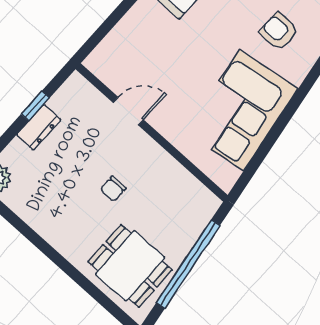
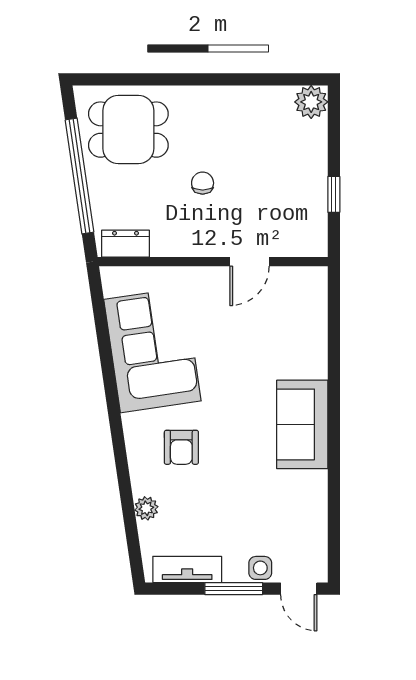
armchair: (279, 31) -> (181, 447), turned 90
dresser: (39, 127) -> (126, 244), moved, turned 90

